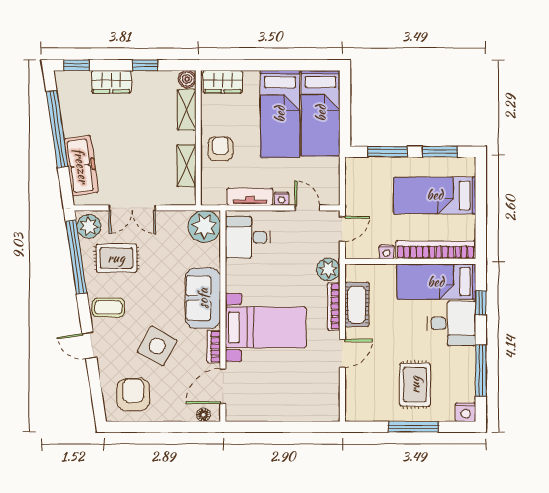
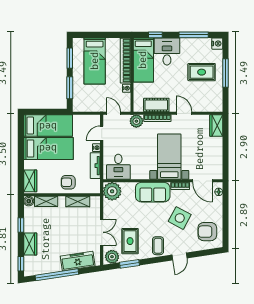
window: (76, 257) -> (129, 264), width x0.47
wardrobe: (321, 410) -> (216, 126), added

